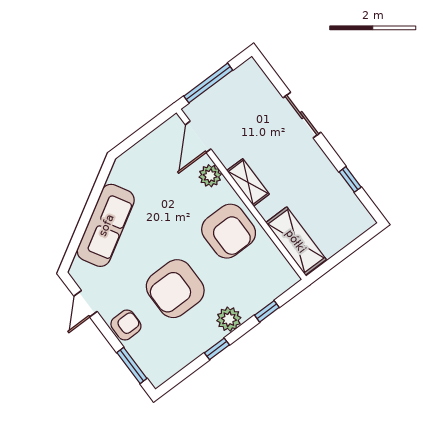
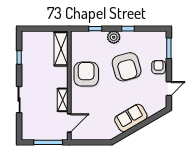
plant: (210, 176) -> (76, 103), removed
shelving: (248, 182) -> (63, 100), moved
sofa: (106, 225) -> (131, 118), width x0.73
armchair: (175, 289) -> (127, 67), turned 74
armchair: (126, 325) -> (159, 67), turned 90

